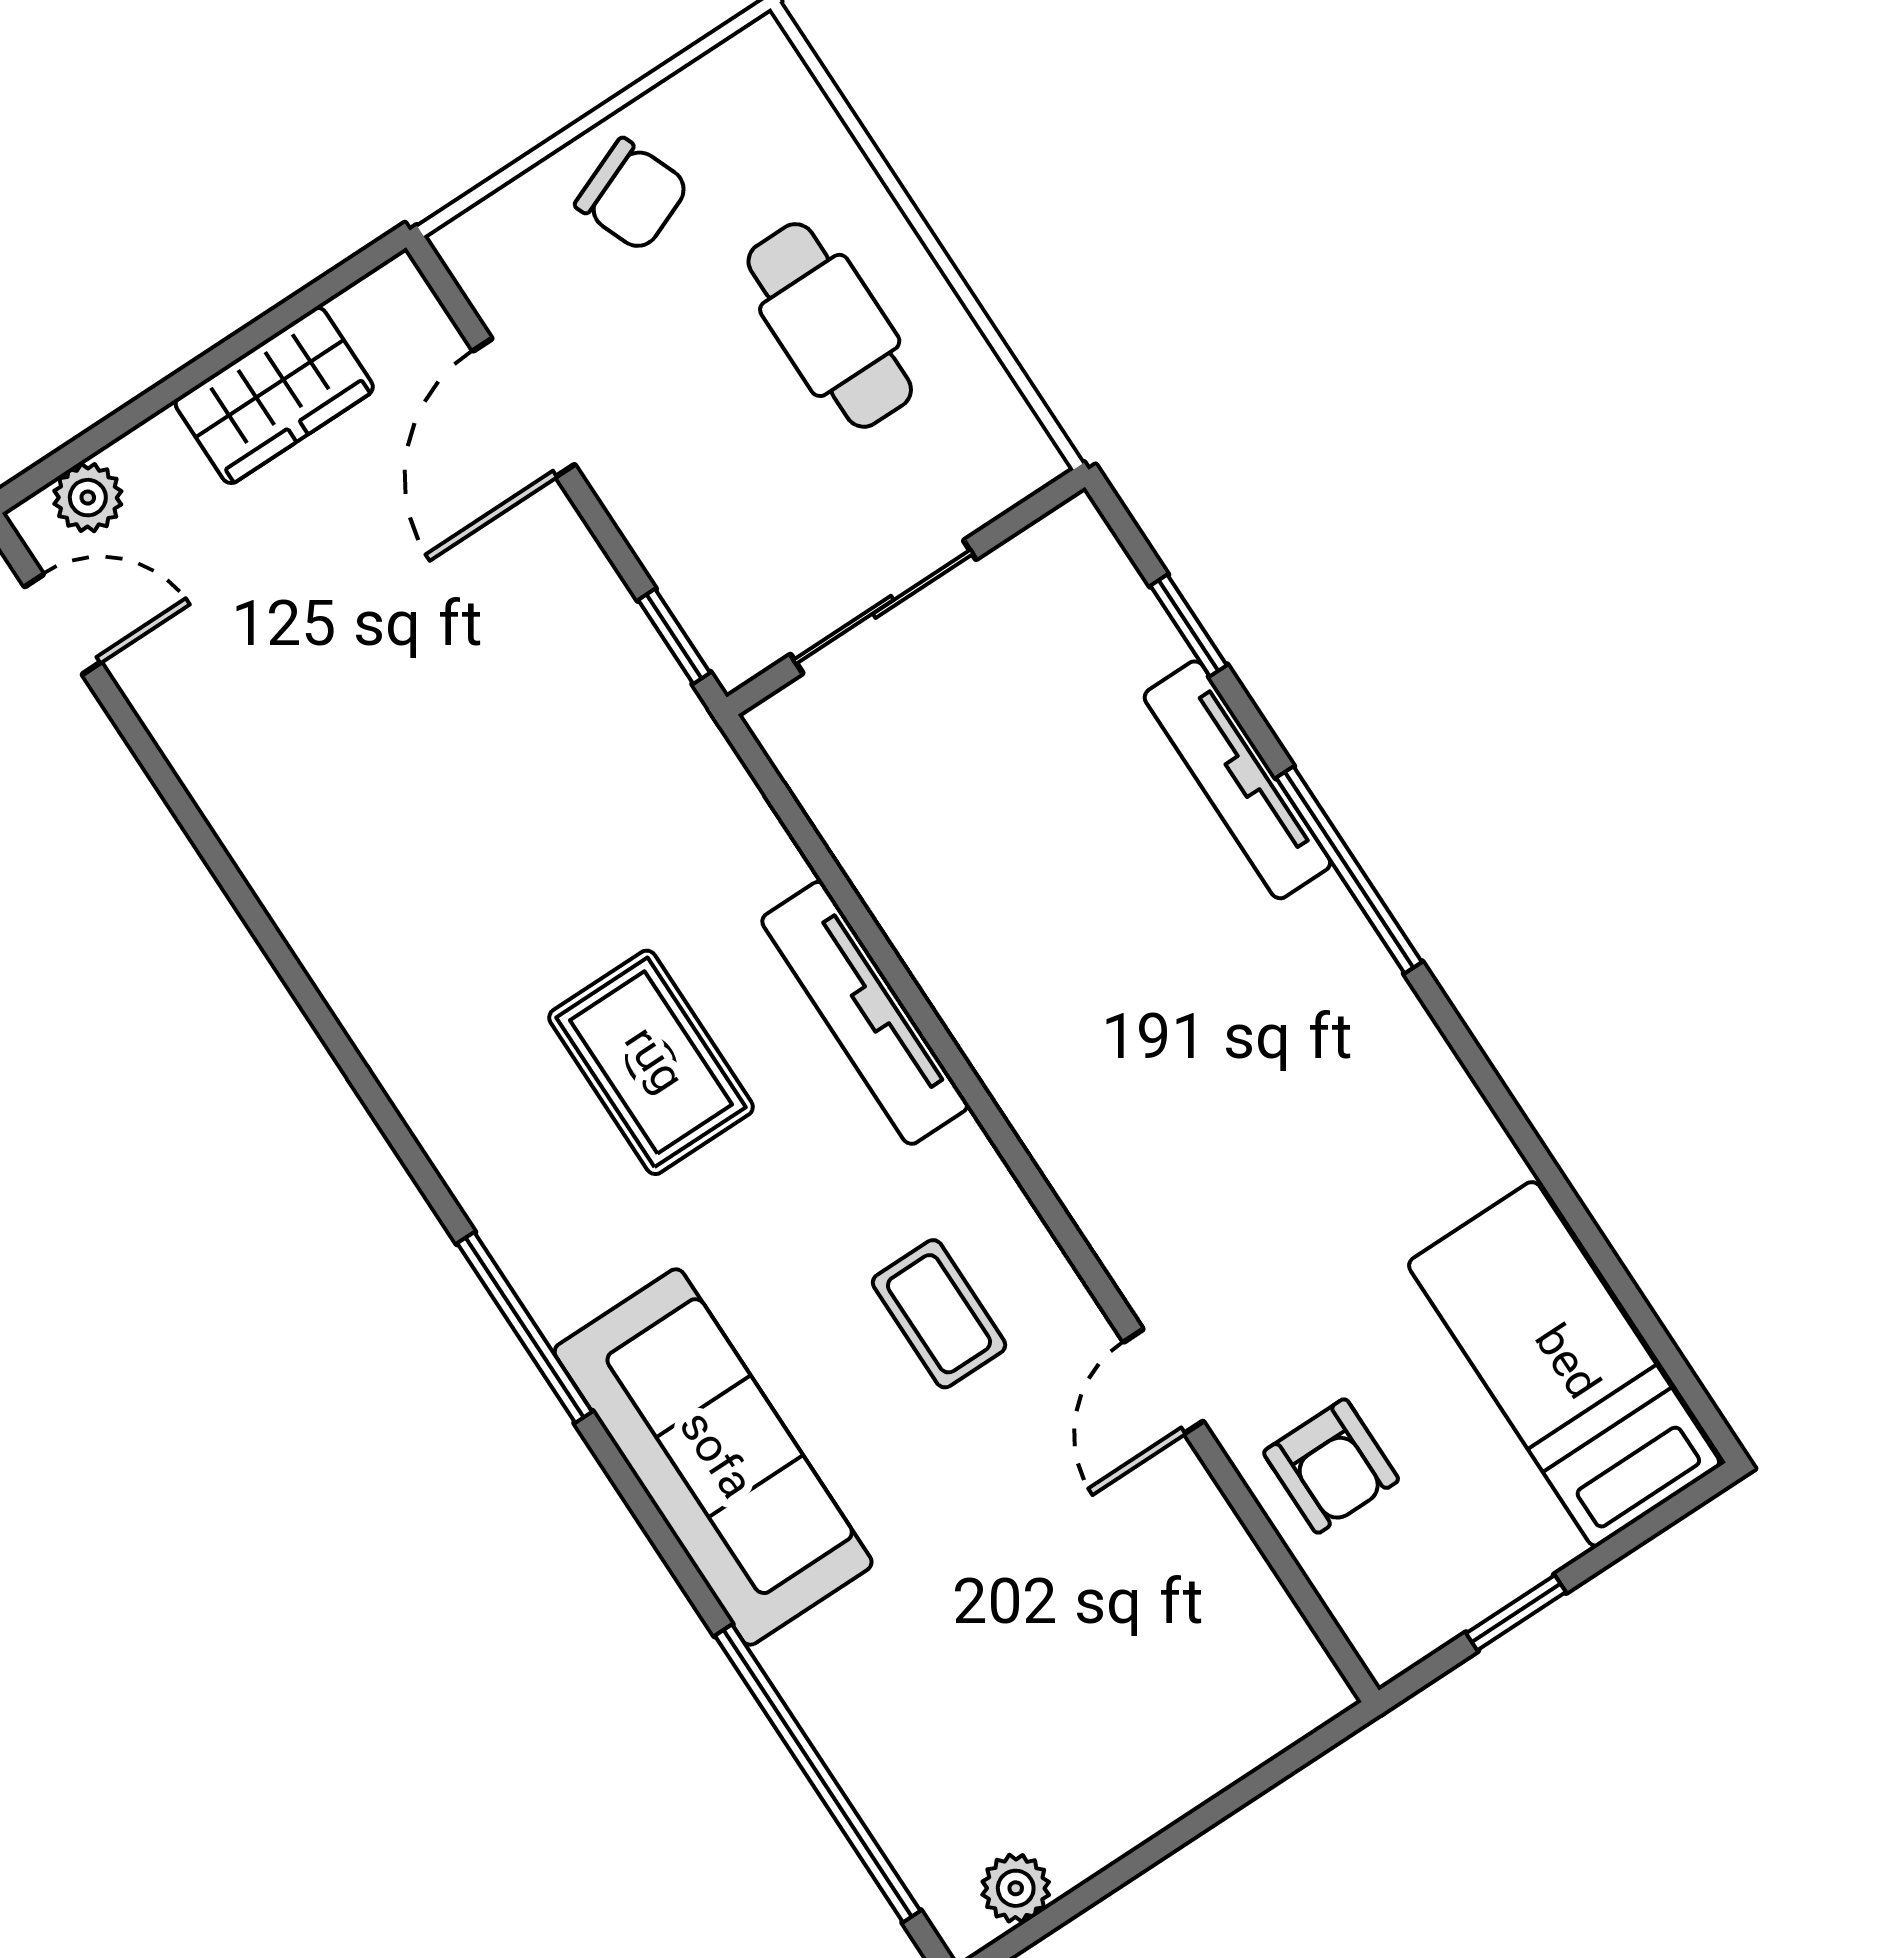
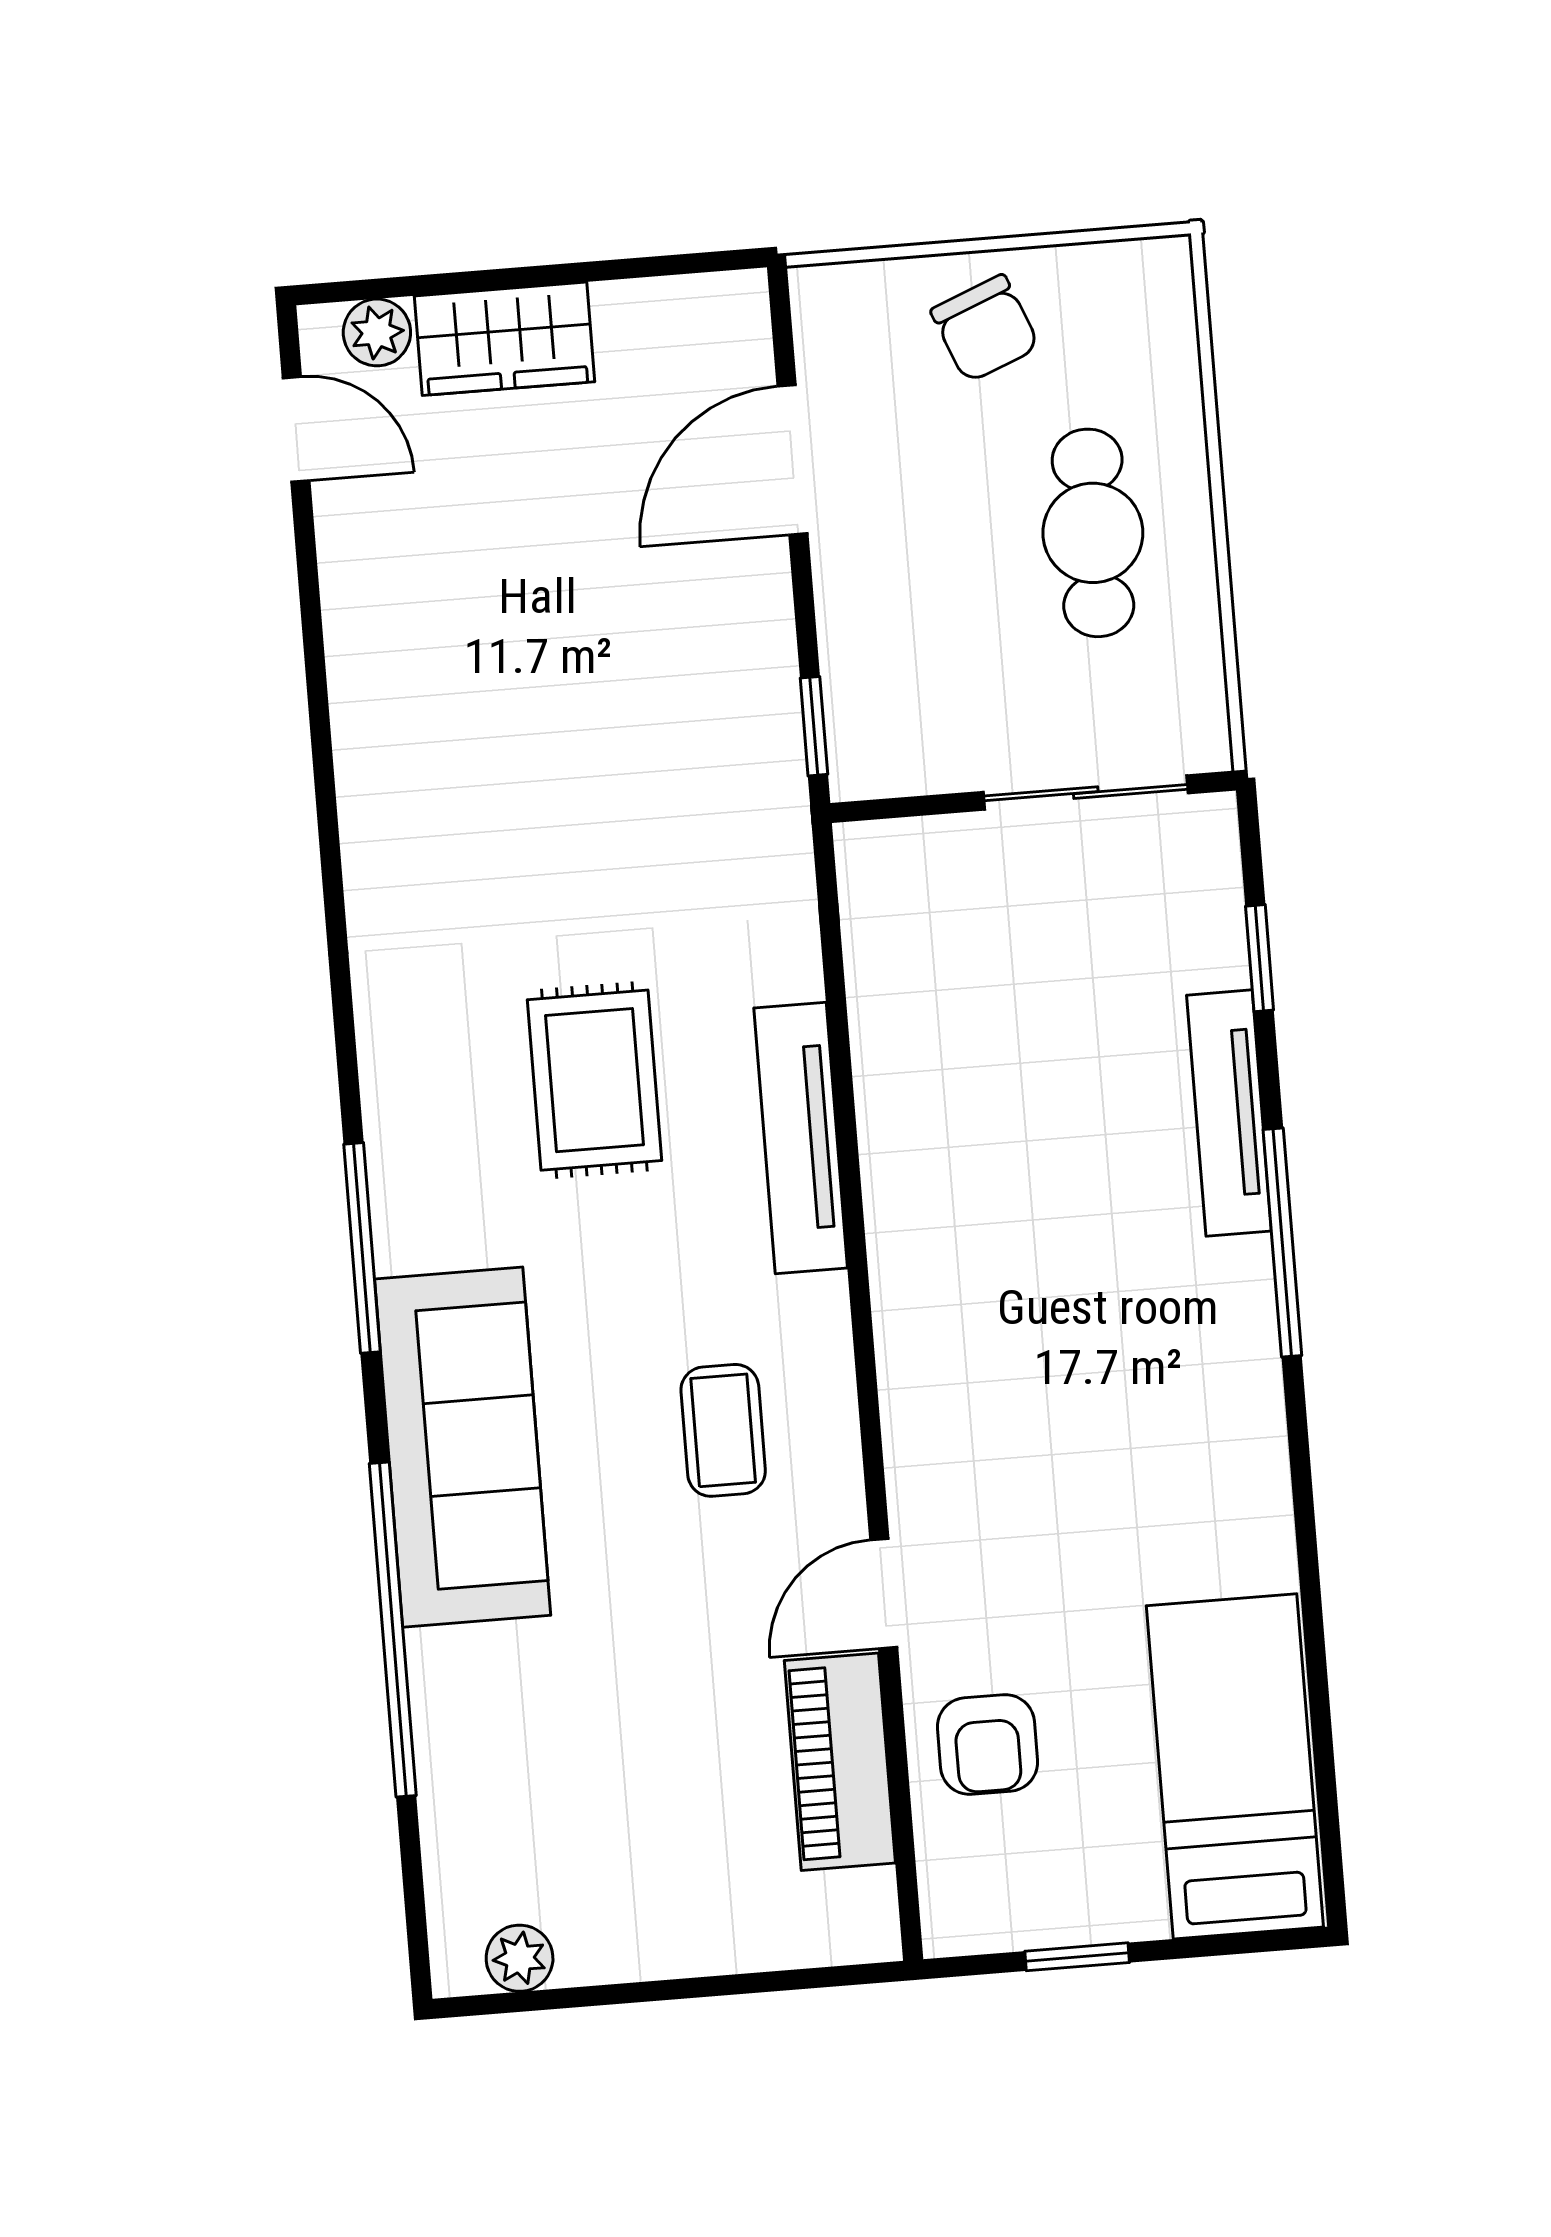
wardrobe: (274, 395) -> (504, 339), moved
sliding door: (883, 607) -> (1086, 793), moved
piano: (1207, 1554) -> (840, 1762), added
window: (818, 1773) -> (393, 1629), moved

